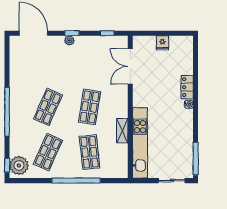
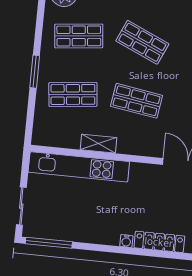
locker: (187, 87) -> (159, 242), width x1.53
shop shelf: (48, 152) -> (79, 36), turned -30
window: (76, 181) -> (35, 72), width x0.47

